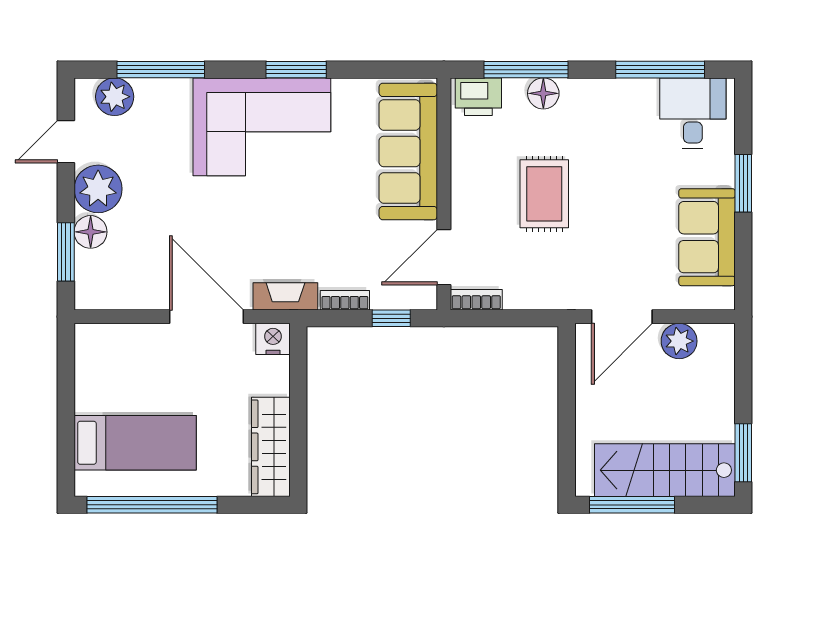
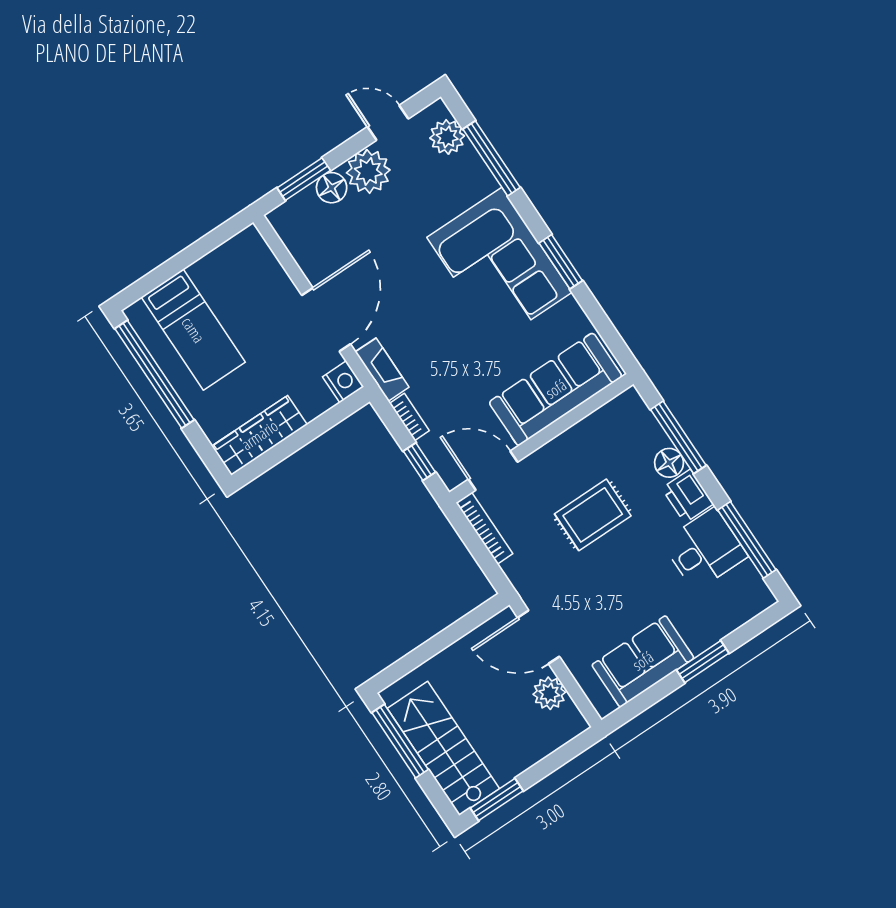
printer: (478, 97) -> (688, 496), moved
desk: (693, 113) -> (705, 549), moved
bookcase: (476, 300) -> (484, 528), width x1.56

